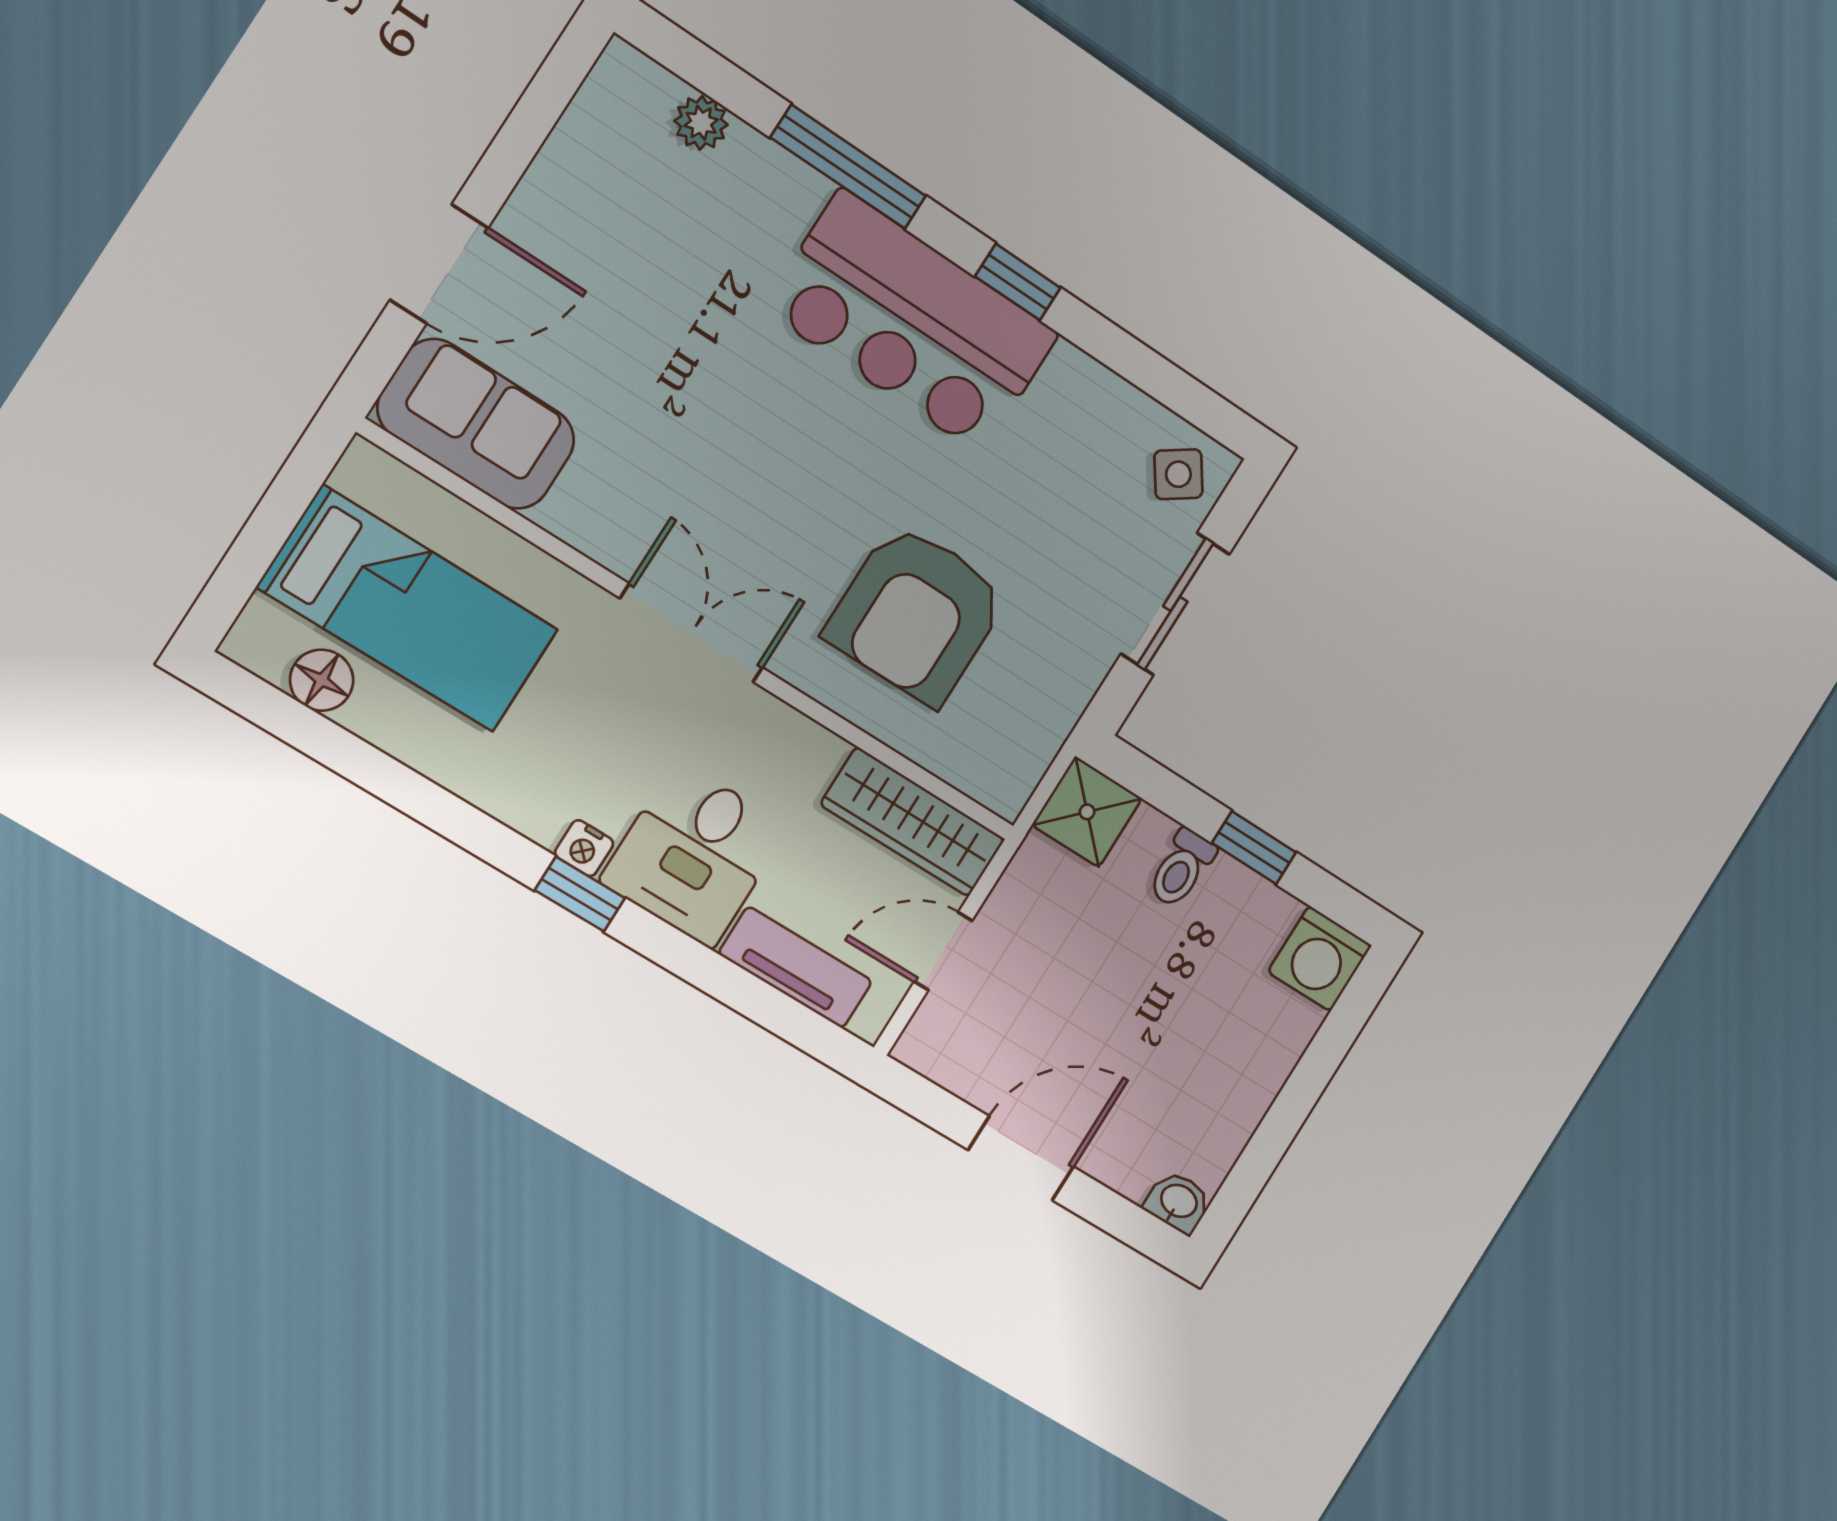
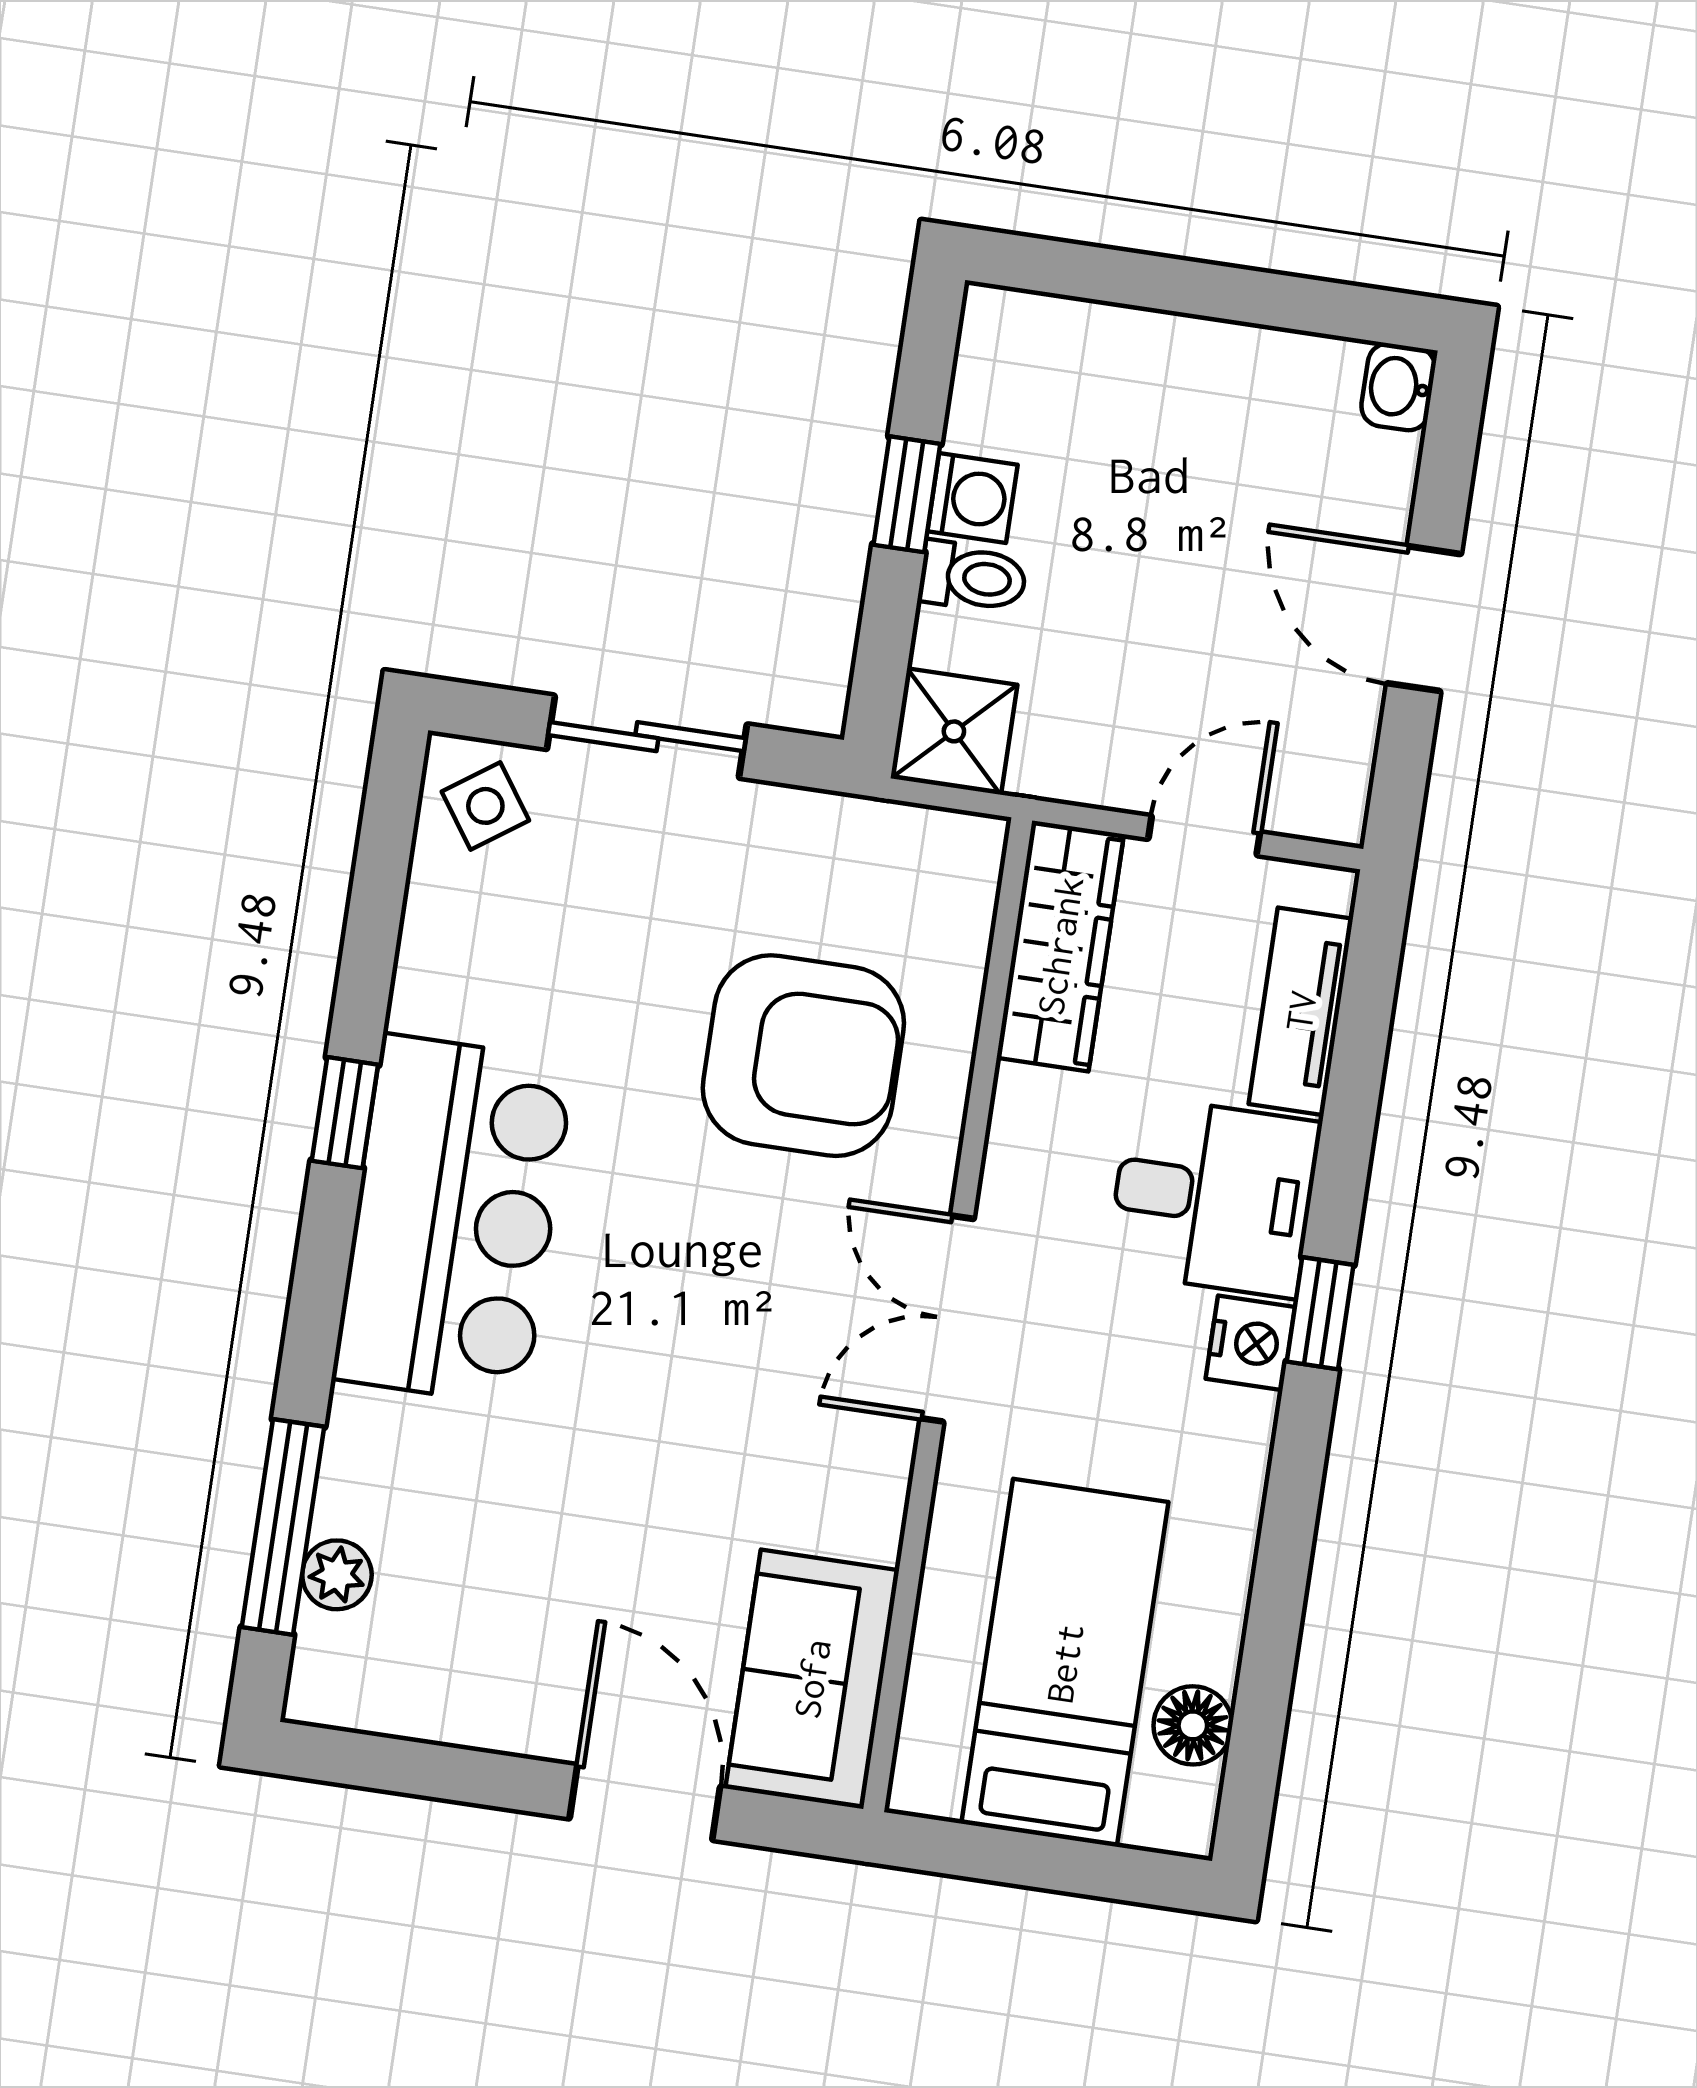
window: (848, 167) -> (283, 1527), moved
nightstand: (584, 848) -> (1250, 1343), width x1.39, depth x1.35
door: (943, 951) -> (1204, 836), swing flipped
washing machine: (1320, 959) -> (973, 498), moved, width x0.73, depth x0.73

